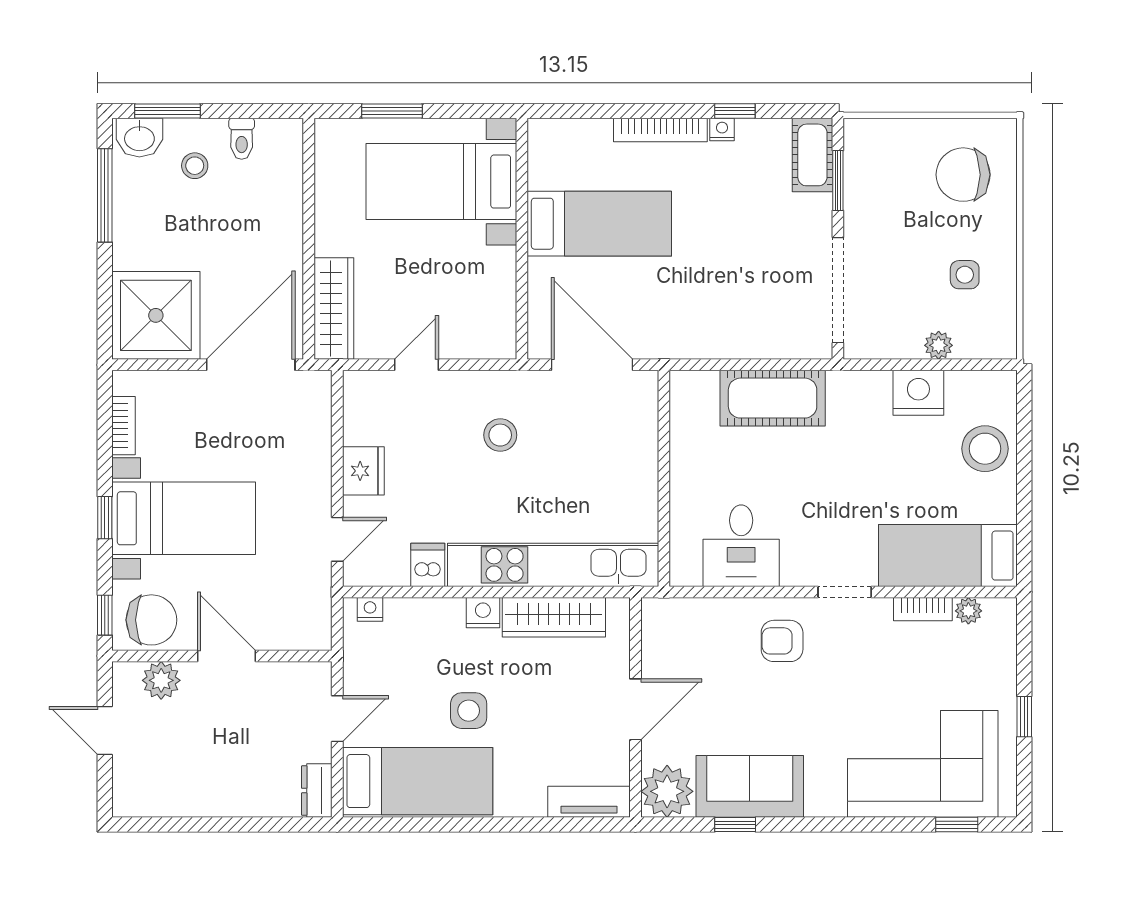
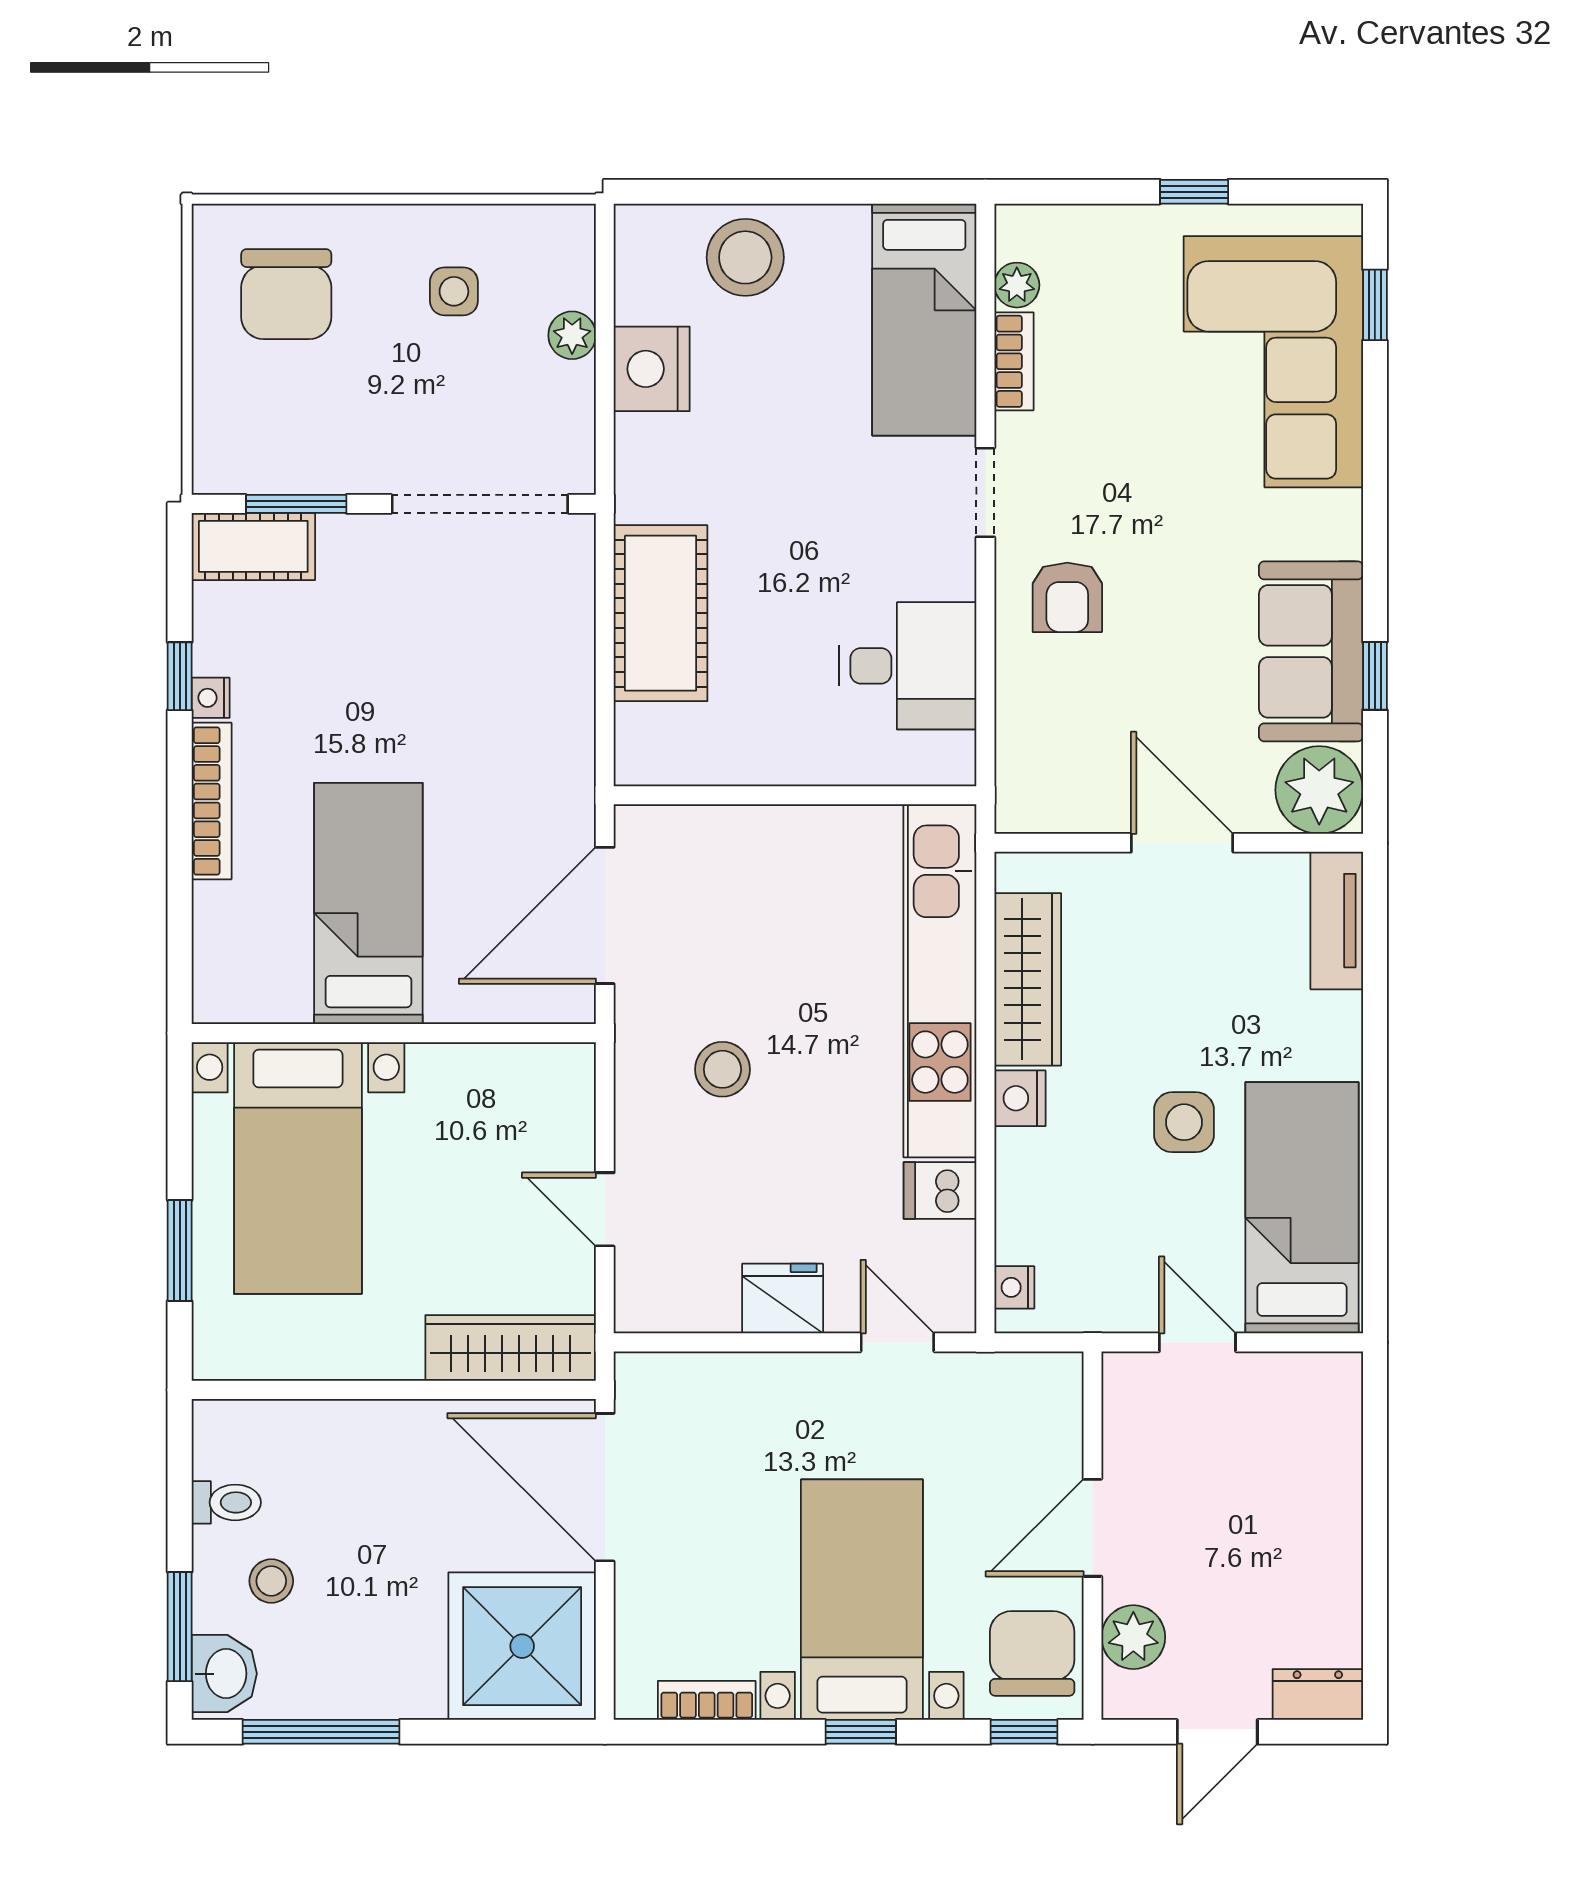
dresser: (317, 791) -> (1318, 1695), moved, turned 180

